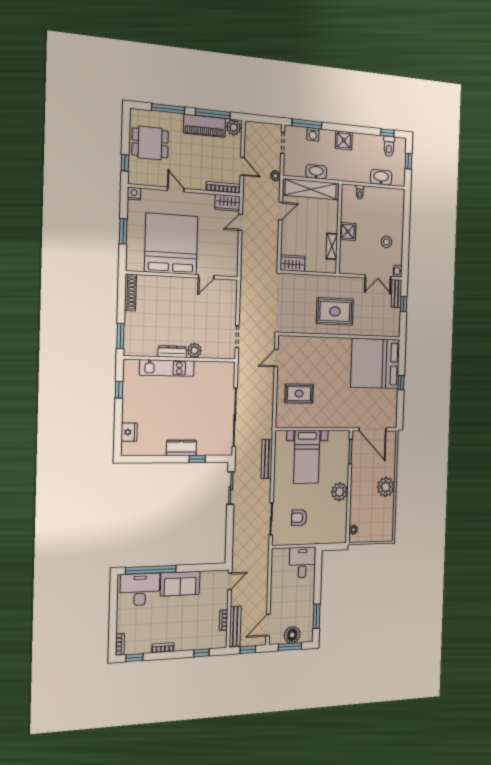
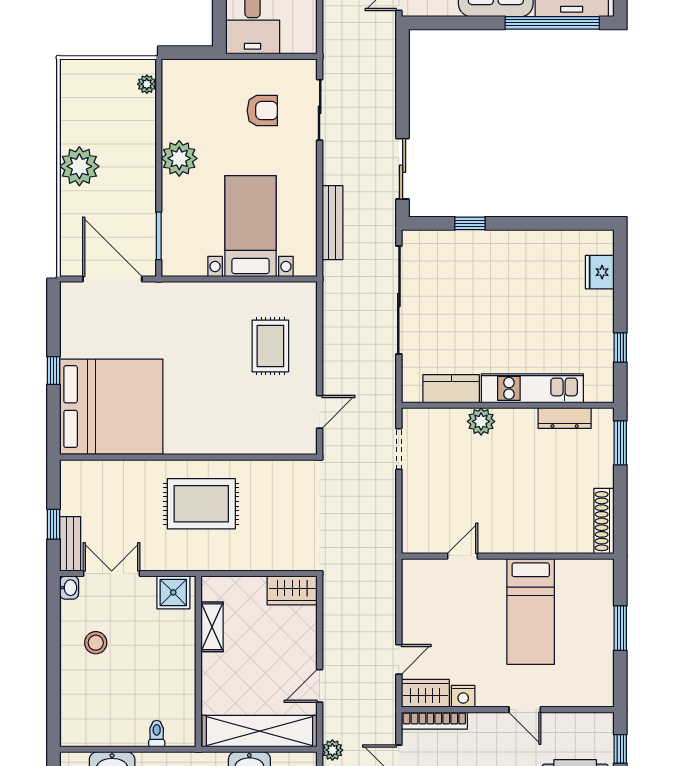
nightstand: (134, 194) -> (463, 696), moved
shower: (348, 231) -> (173, 592), moved
bed: (171, 244) -> (531, 612), width x0.49
dresser: (172, 352) -> (565, 418), moved
rug: (299, 394) -> (270, 346), turned 90
kitchen counter: (181, 448) -> (451, 389), moved, turned 180

